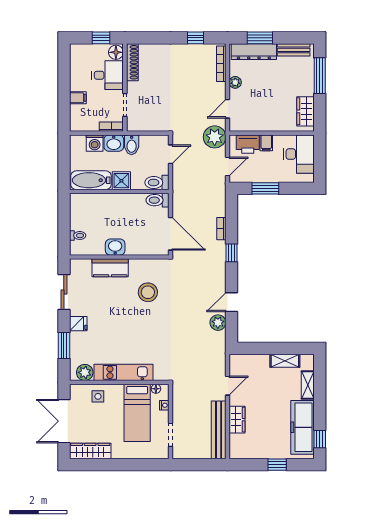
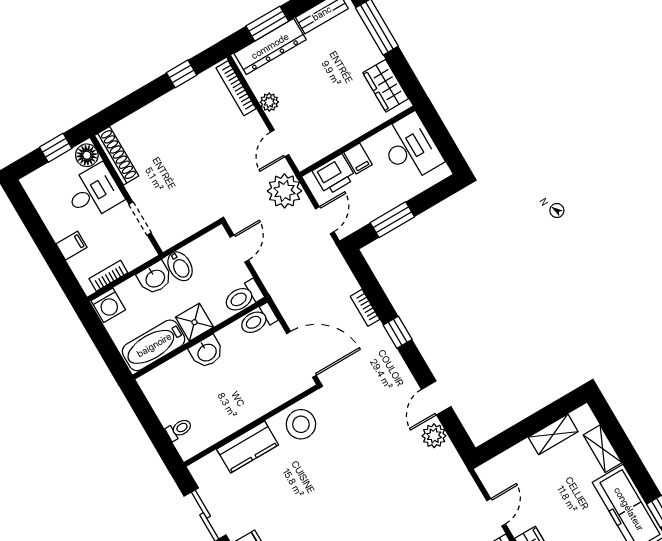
bookcase: (111, 127) -> (108, 276), moved
washing machine: (95, 143) -> (108, 305), moved
washbasin: (115, 247) -> (207, 352), moved, turned 180
stool: (148, 292) -> (301, 424), moved

